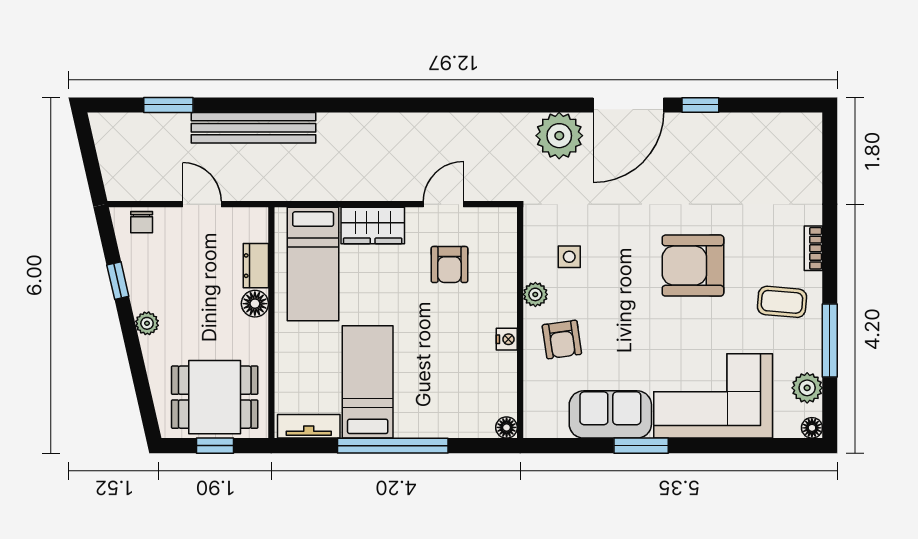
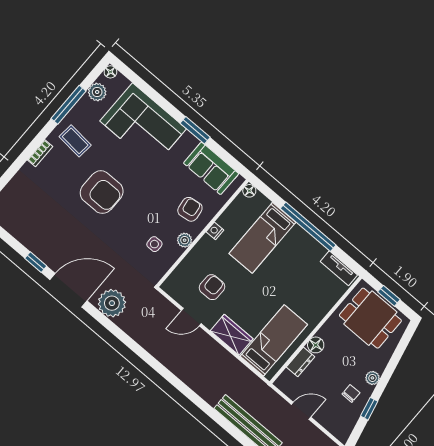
door: (202, 204) -> (301, 411), swing flipped
chair: (142, 222) -> (351, 393), moved
bed: (368, 382) -> (262, 238), moved
sofa: (610, 414) -> (211, 168), moved

